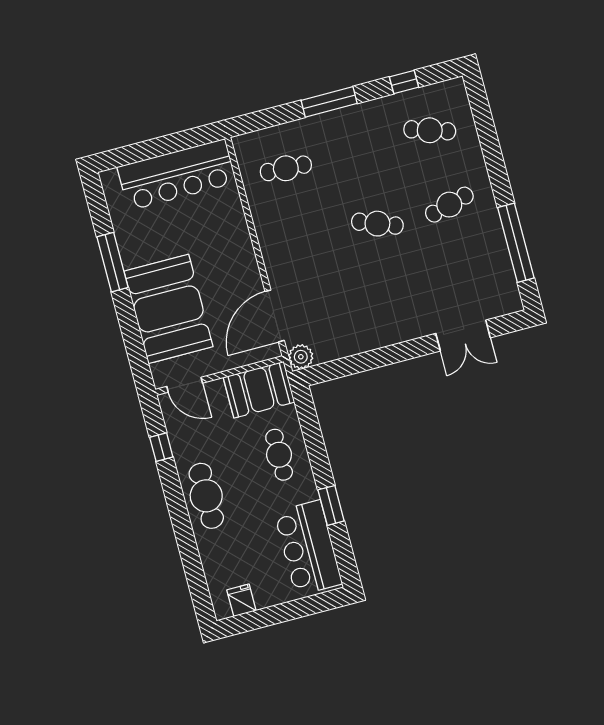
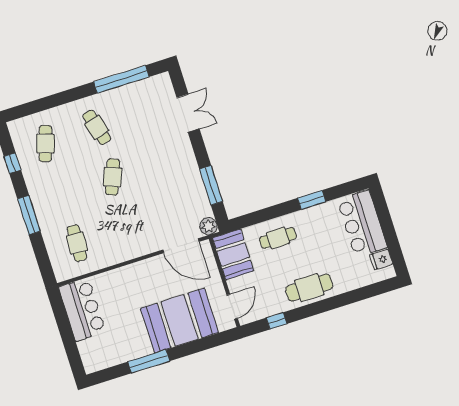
bar counter: (177, 175) -> (82, 309), width x0.73
window: (359, 363) -> (211, 185), added
bar counter: (308, 548) -> (362, 224), moved, turned 90

